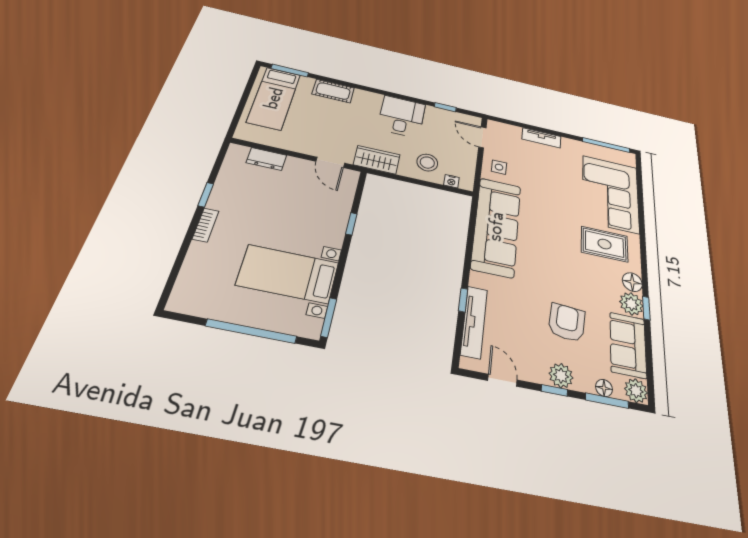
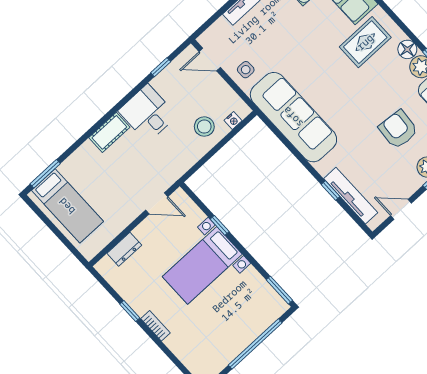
cot: (333, 91) -> (109, 132), moved
wardrobe: (377, 160) -> (177, 165), removed
bed with nightstands: (288, 274) -> (202, 265), moved

